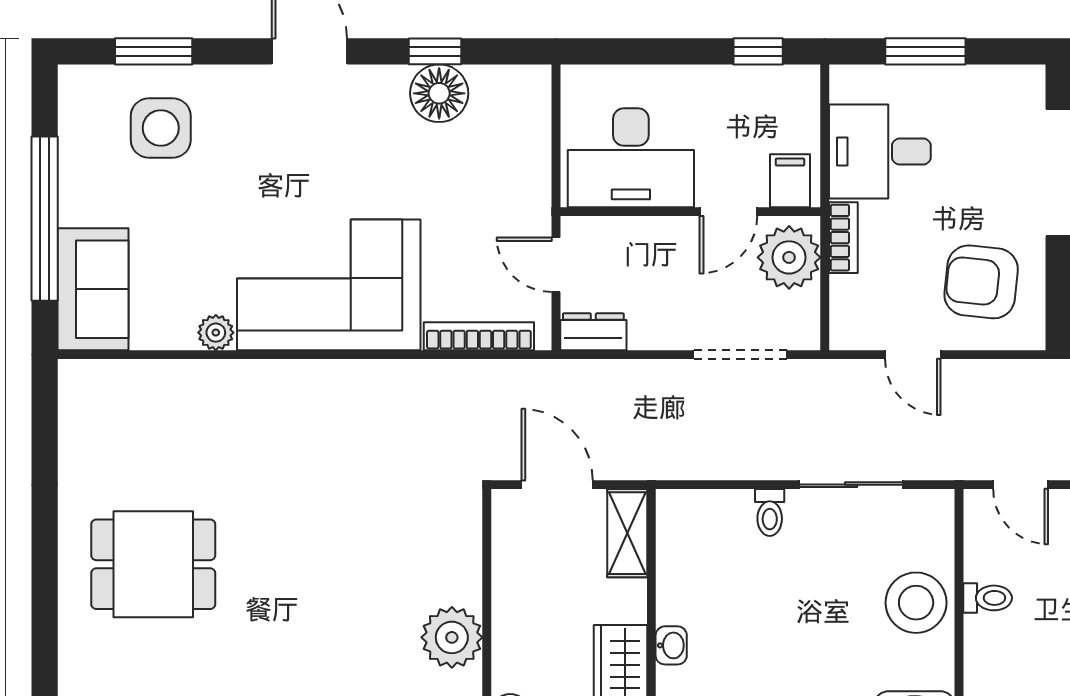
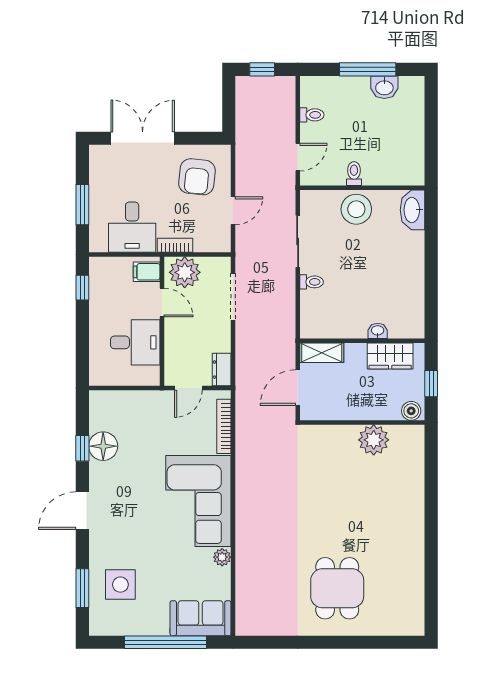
desk: (631, 158) -> (135, 342), width x0.73

